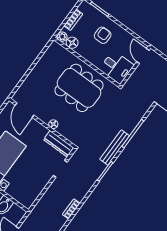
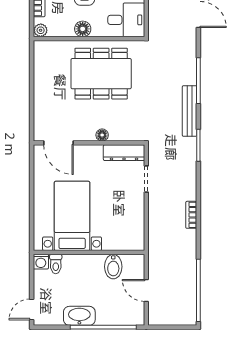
floor lamp: (72, 43) -> (83, 29), moved

